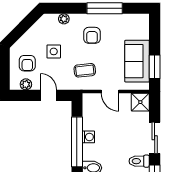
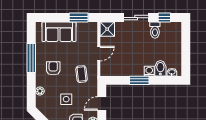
armchair: (92, 35) -> (53, 68), turned -90
sofa: (137, 61) -> (59, 32), moved
washing machine: (88, 137) -> (149, 71), moved
window: (77, 142) -> (139, 80), width x0.47

